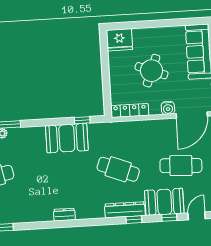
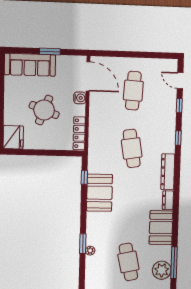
cafe table: (118, 169) -> (132, 148), turned -30
booth: (164, 202) -> (161, 228), moved
dresser: (125, 210) -> (168, 172), moved

